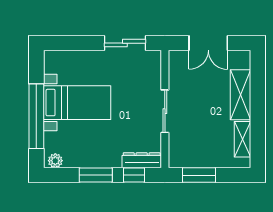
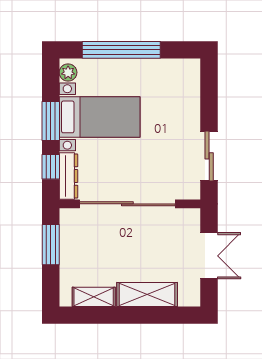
double door: (208, 43) -> (209, 256), swing flipped
bed with nightstands: (77, 103) -> (100, 117), moved, turned -90
sliding door: (165, 111) -> (127, 204), width x1.86

